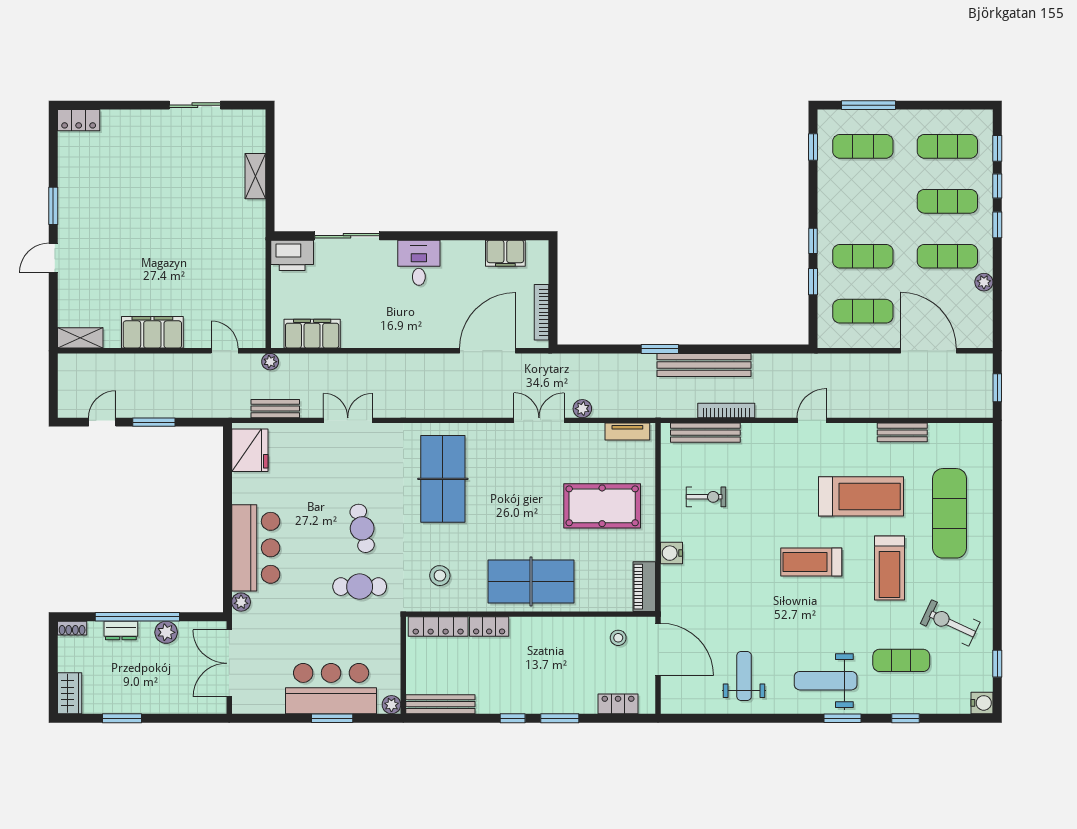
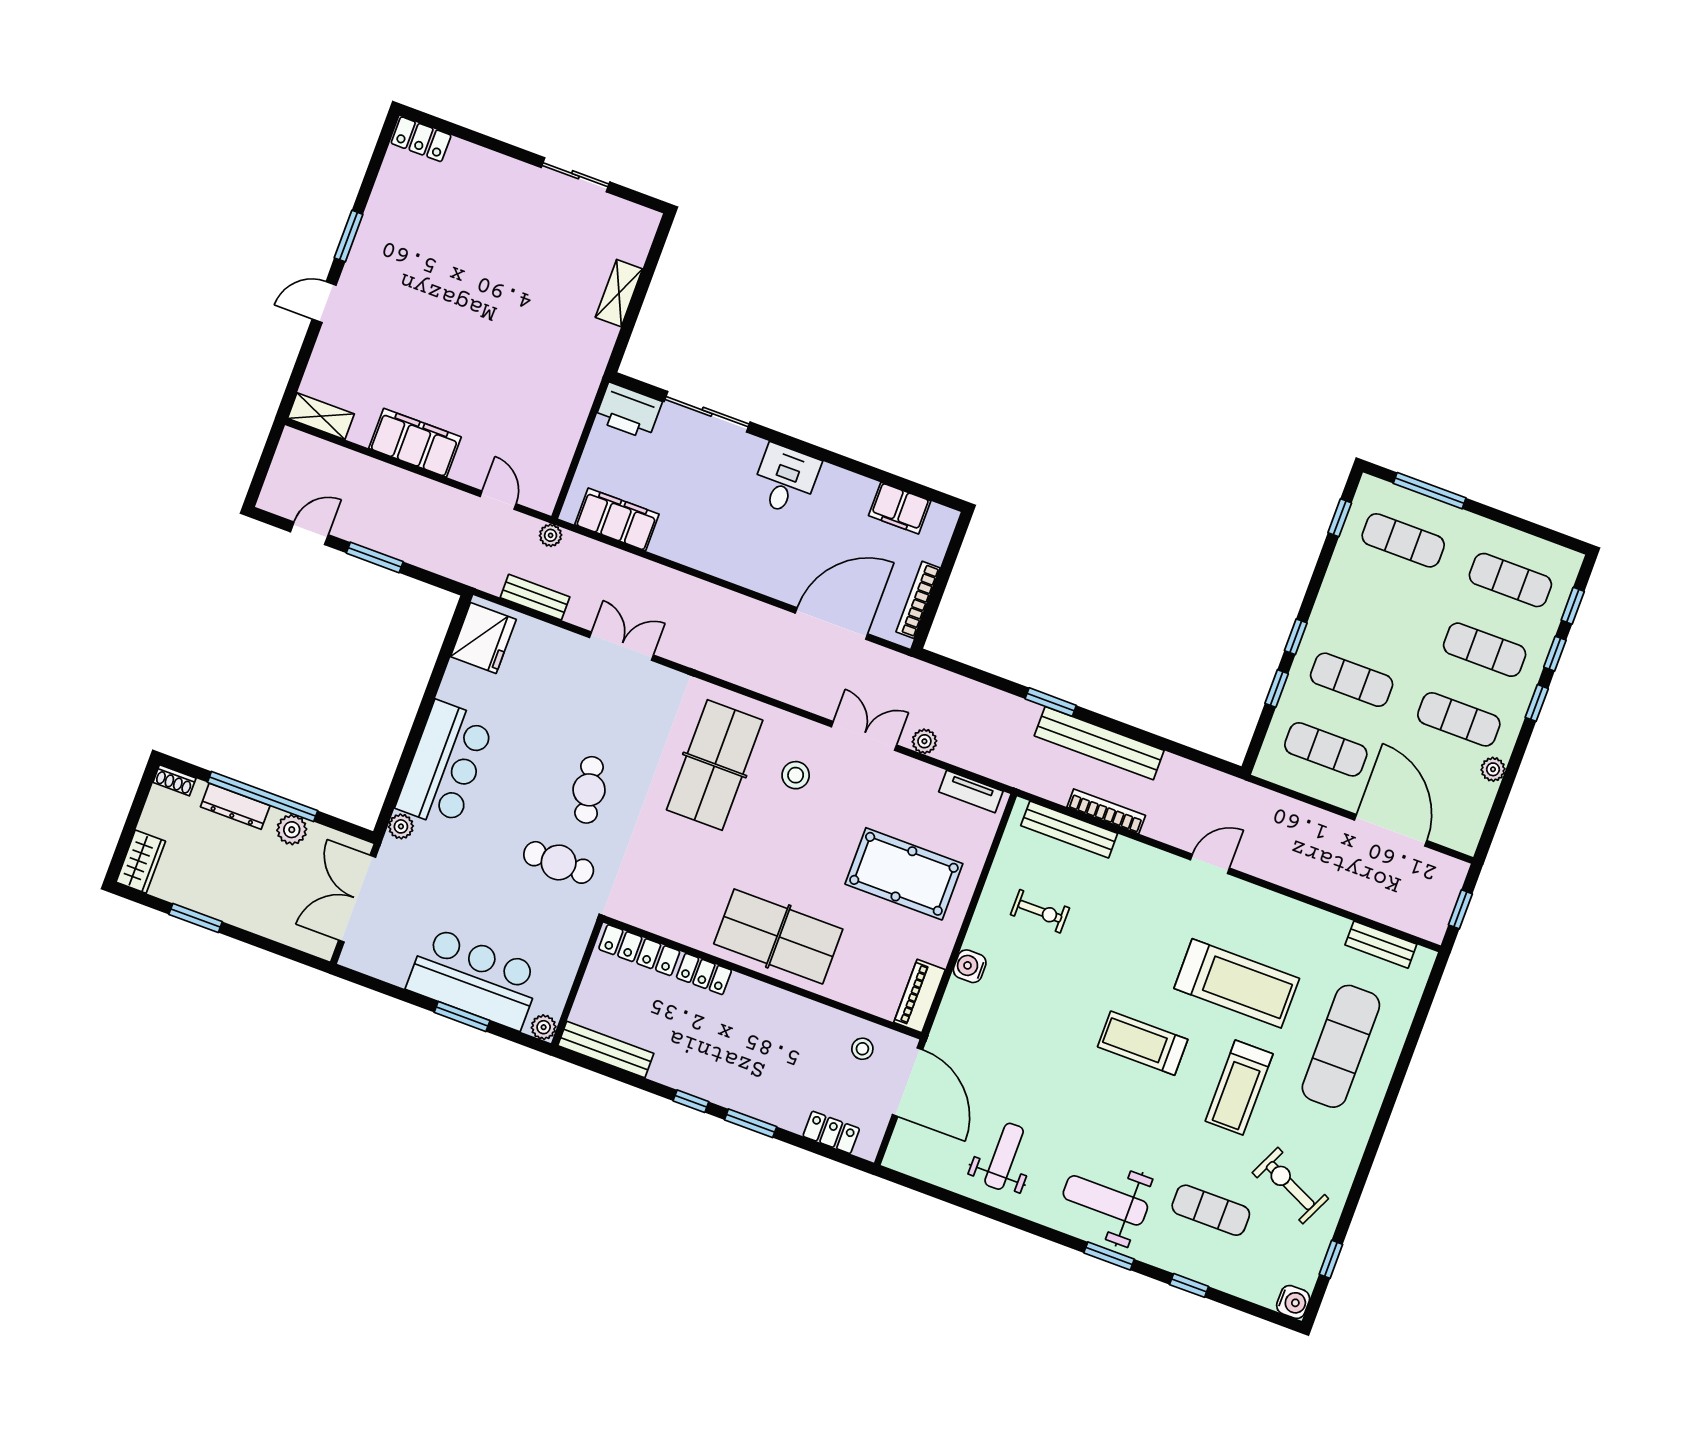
bench: (902, 432) -> (1381, 945), moved
stool: (440, 576) -> (796, 775), moved
dresser: (121, 630) -> (235, 806), width x1.44

